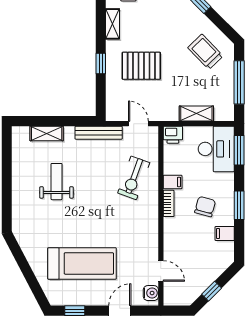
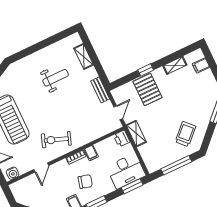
pallet: (141, 66) -> (147, 89), moved
shelving: (196, 114) -> (136, 134), moved
bench: (99, 133) -> (100, 90), width x0.73
exercise bike: (134, 178) -> (56, 140), moved
door: (161, 271) -> (41, 167), moved

